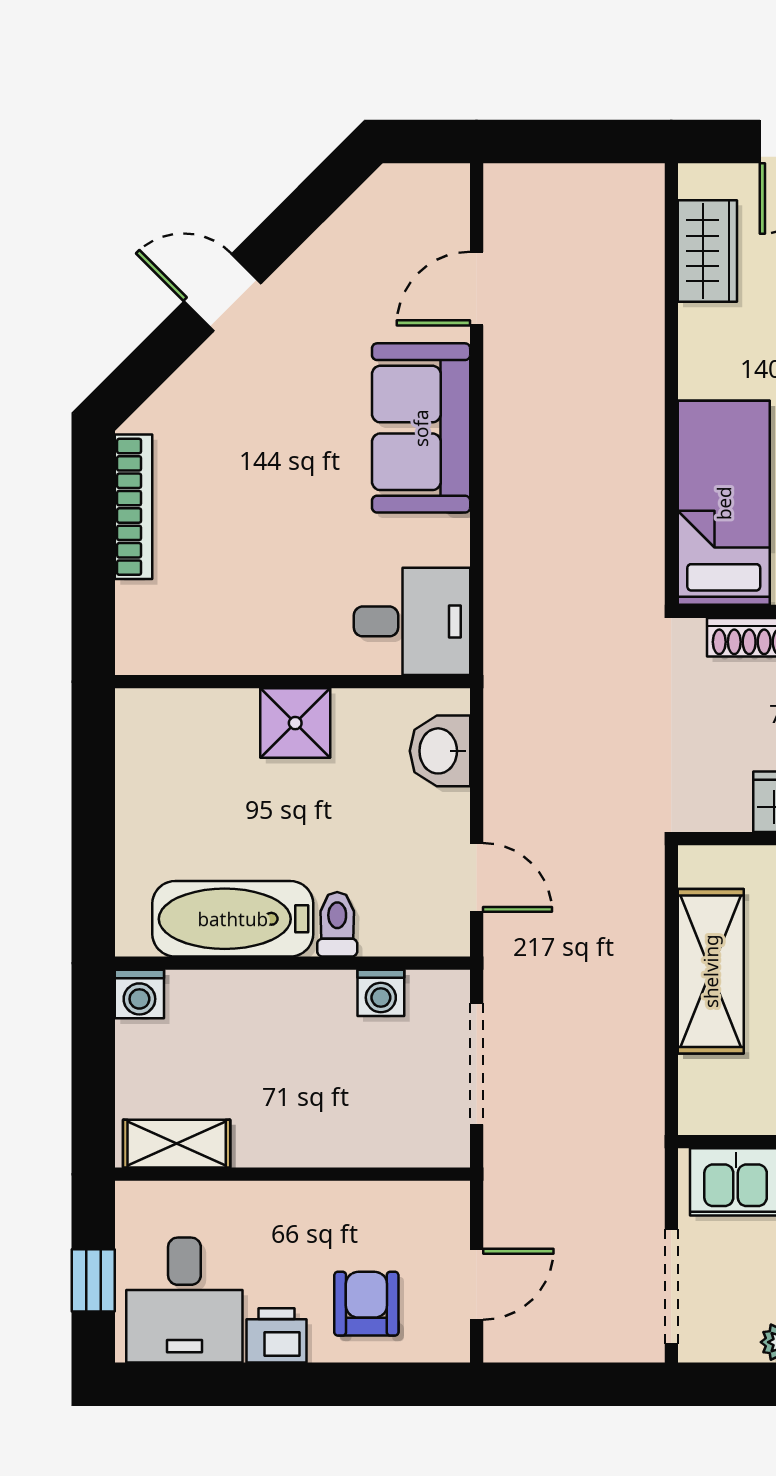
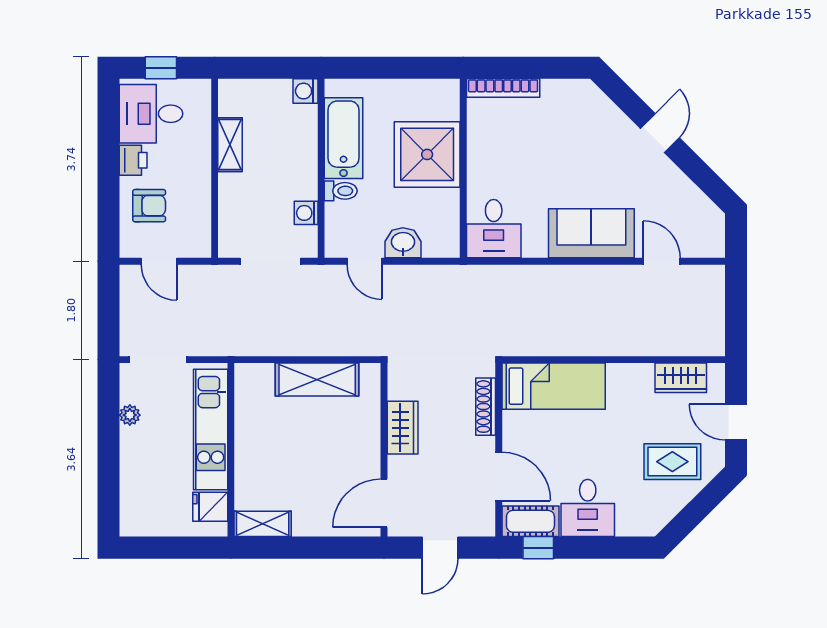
bookcase: (134, 507) -> (503, 88), moved
shower: (295, 723) -> (427, 154), width x1.86, depth x1.86
washbasin: (440, 751) -> (403, 243), moved
door: (477, 877) -> (364, 261), hinge flipped
shelving: (177, 1144) -> (230, 145), moved

